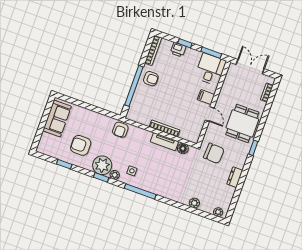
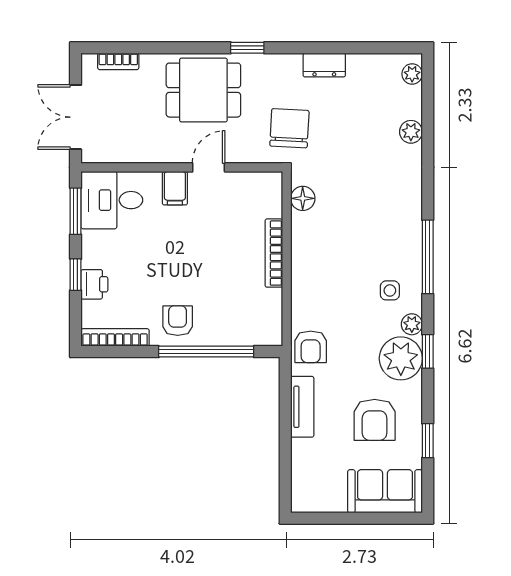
sofa: (57, 118) -> (385, 491), moved
armchair: (120, 130) -> (311, 347), turned 90
tv unit: (164, 142) -> (302, 407), moved

